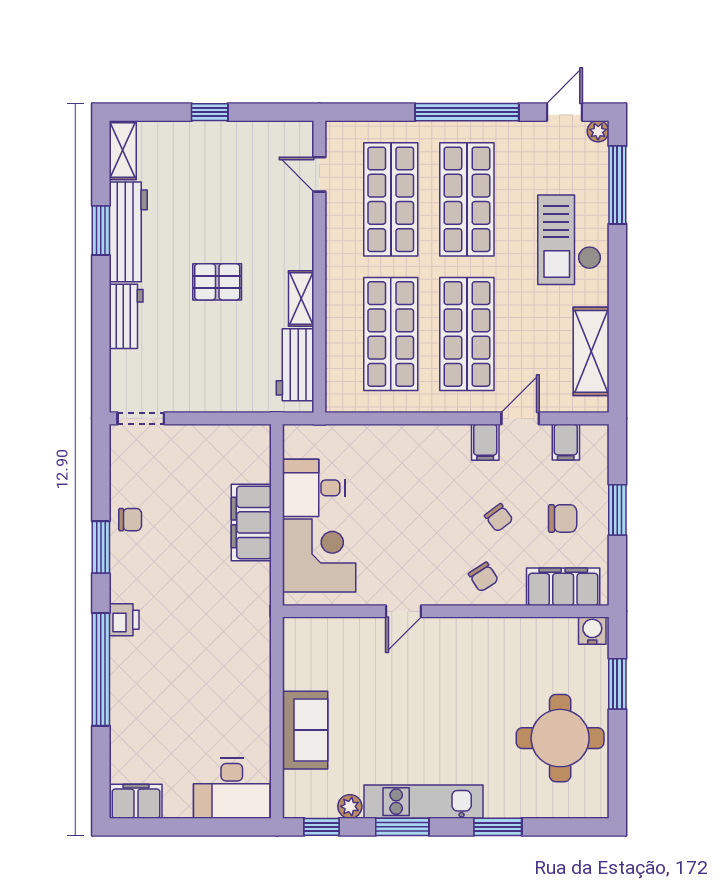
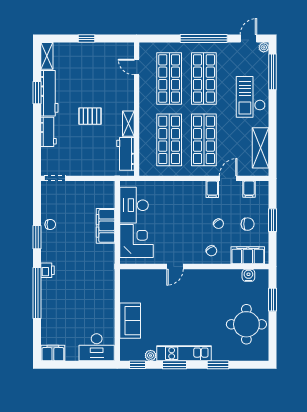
desk: (314, 488) -> (134, 205), width x1.37
water cooler: (592, 631) -> (248, 275), moved

